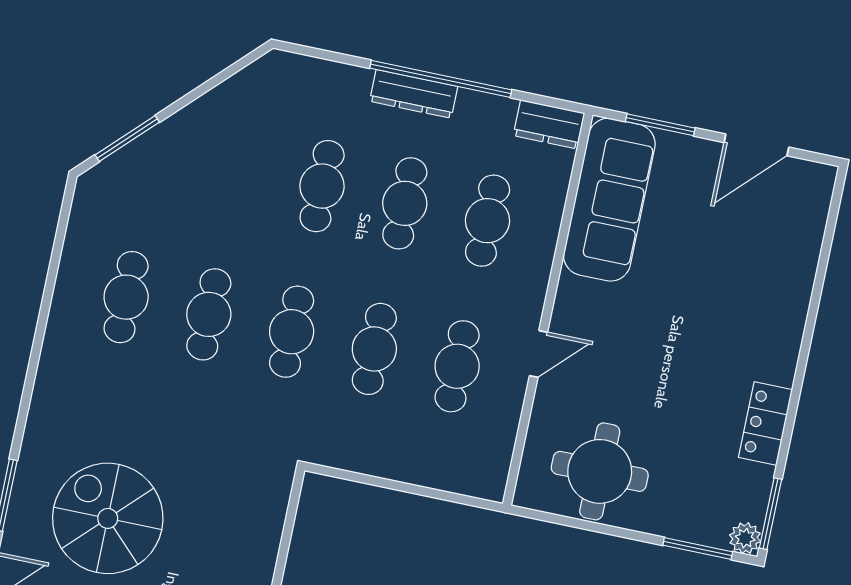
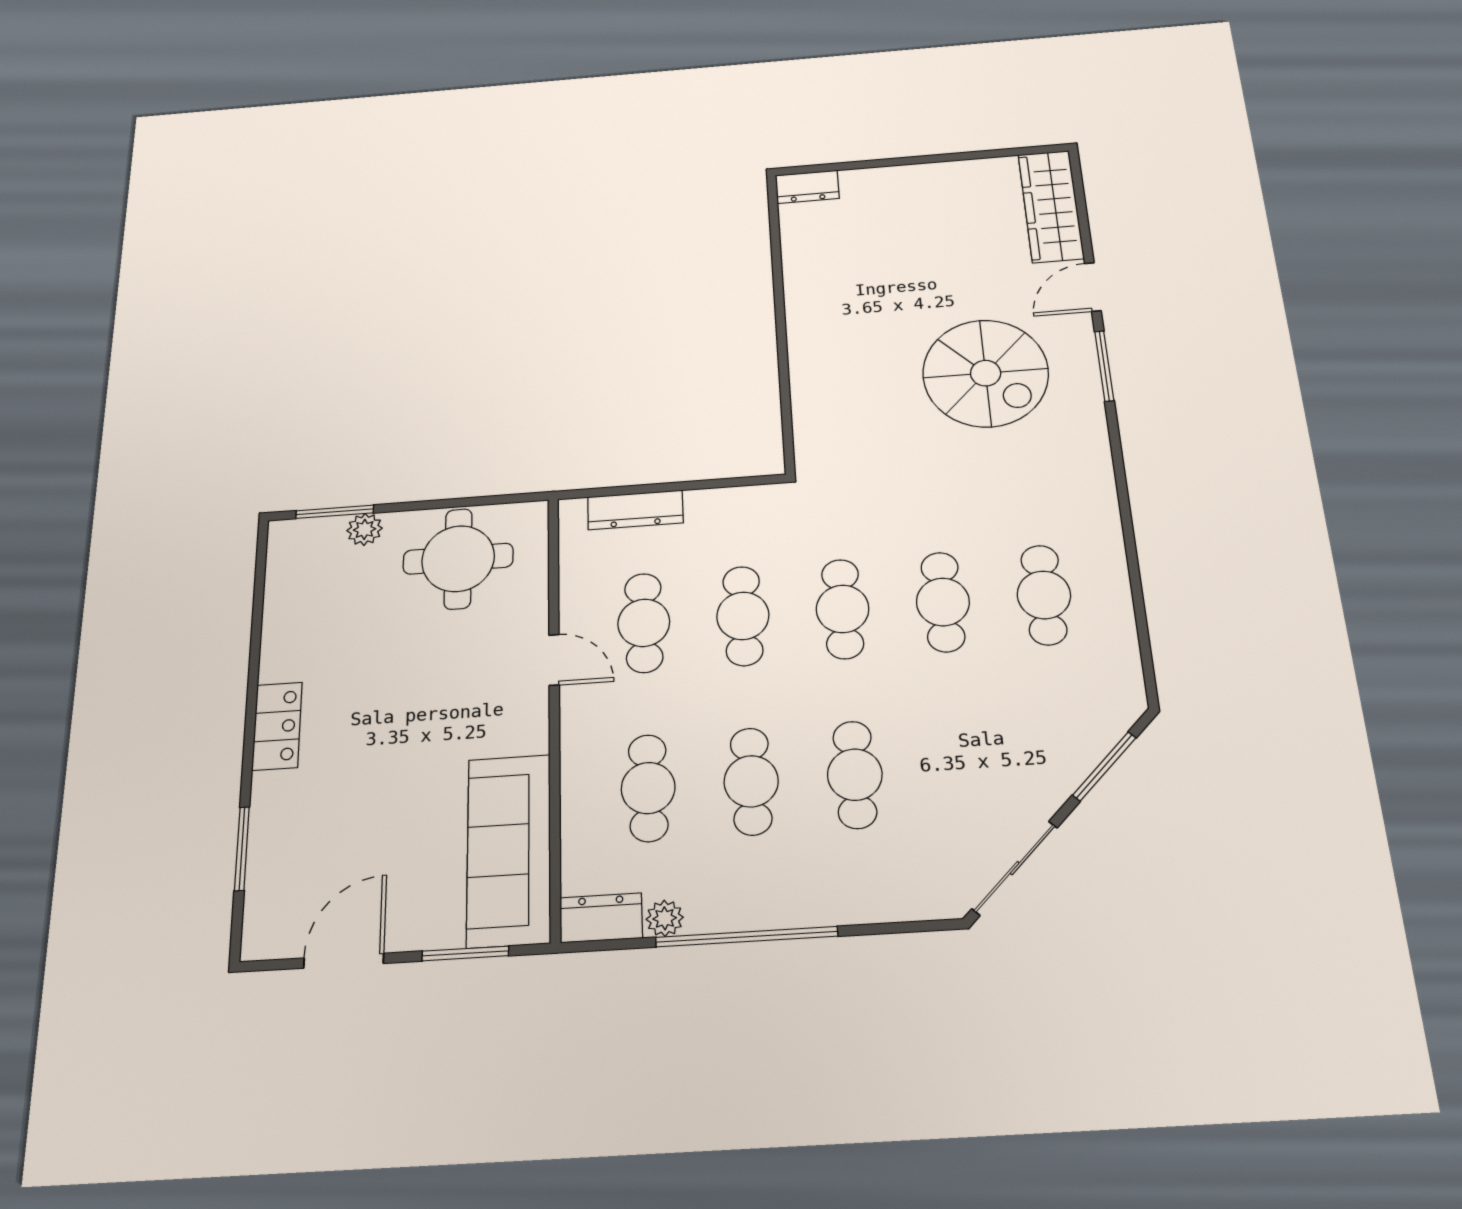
sliding door: (222, 77) -> (1015, 868), added
dresser: (414, 94) -> (635, 510), moved, turned 180
plant: (500, 110) -> (665, 918), added
door: (538, 354) -> (554, 660), swing flipped
locker: (765, 423) -> (277, 726), moved
window: (771, 514) -> (242, 849), moved
plant: (745, 538) -> (365, 529), moved

